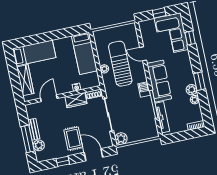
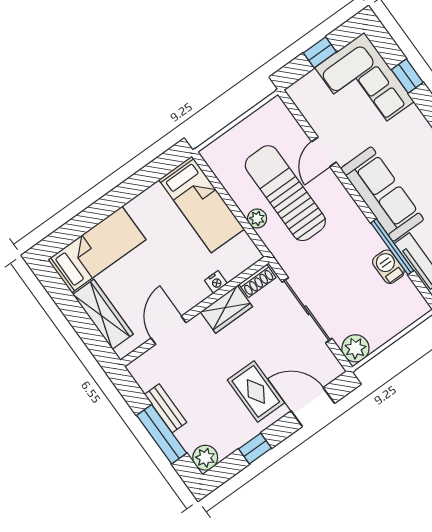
door: (143, 54) -> (324, 152), hinge flipped
barbecue: (144, 90) -> (388, 267), moved
plant: (39, 145) -> (205, 458), moved

